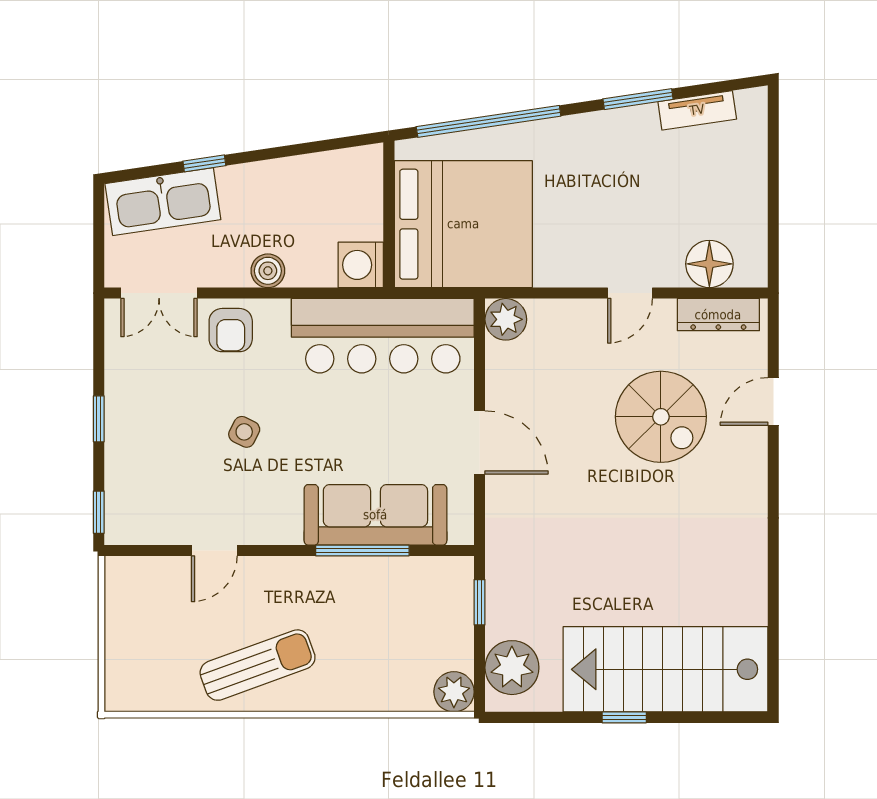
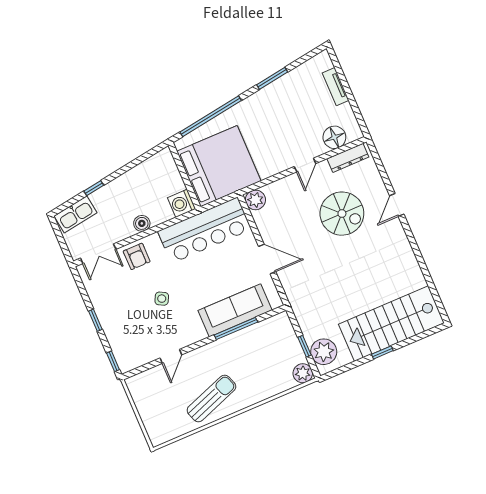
tv unit: (697, 110) -> (336, 87), moved, turned 98
kitchen sink: (163, 202) -> (75, 214), width x0.73, depth x0.81
door: (773, 401) -> (397, 205), moved
window: (480, 602) -> (305, 346), moved

